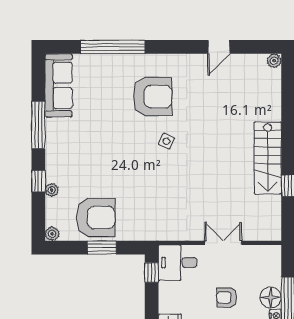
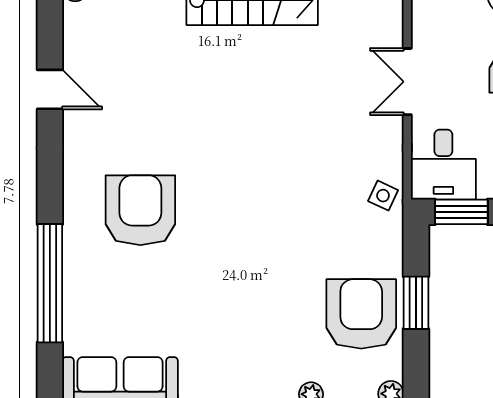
side table: (166, 141) -> (383, 196), moved
window: (152, 272) -> (461, 212), width x1.50

